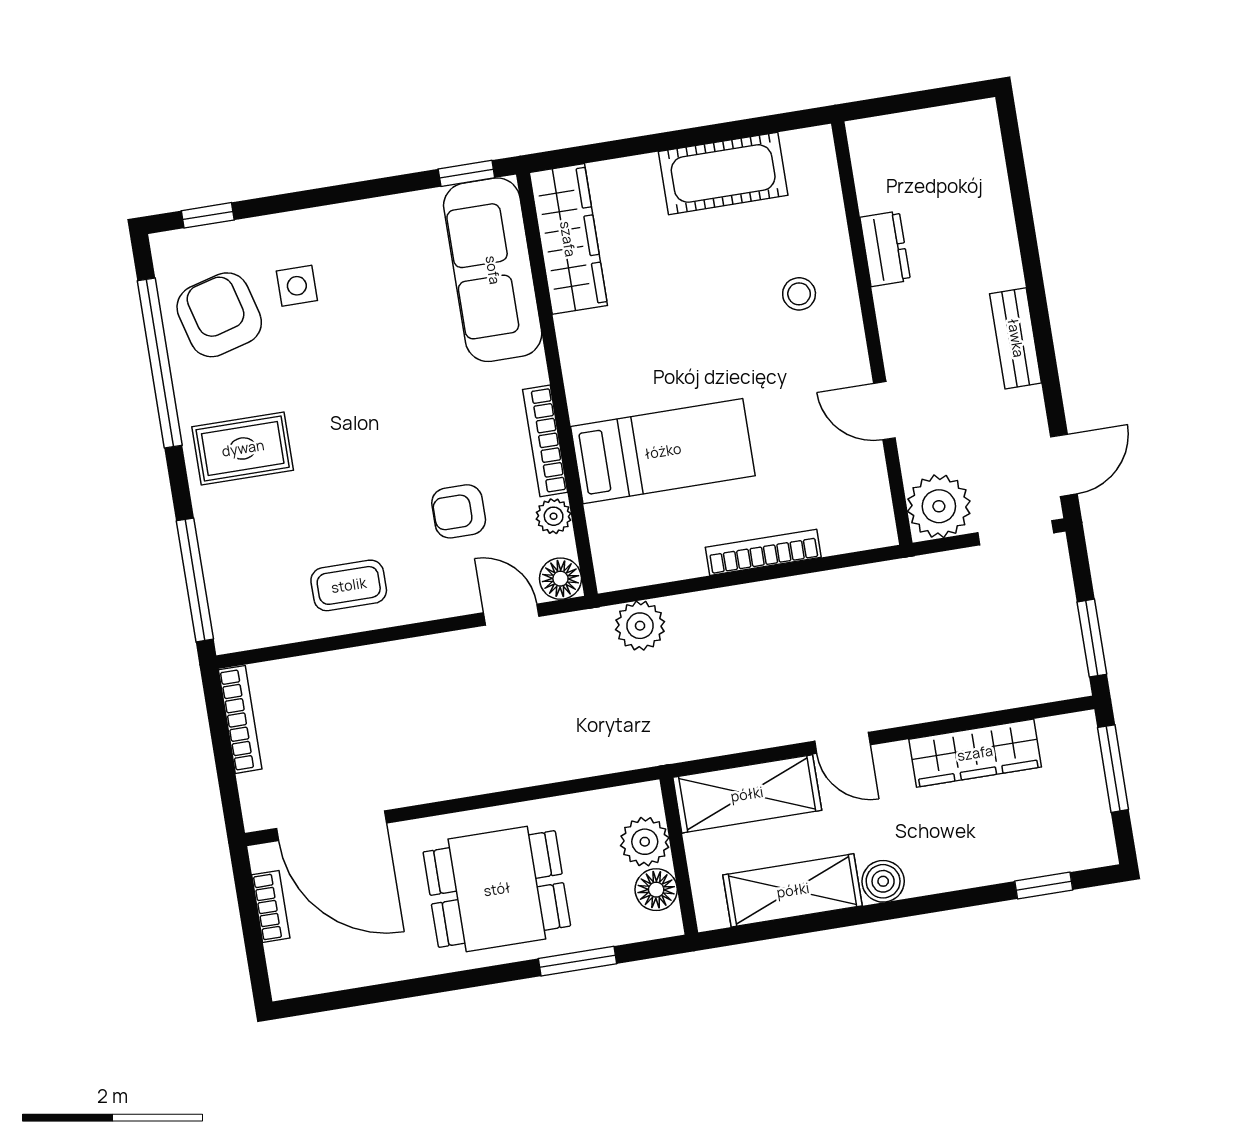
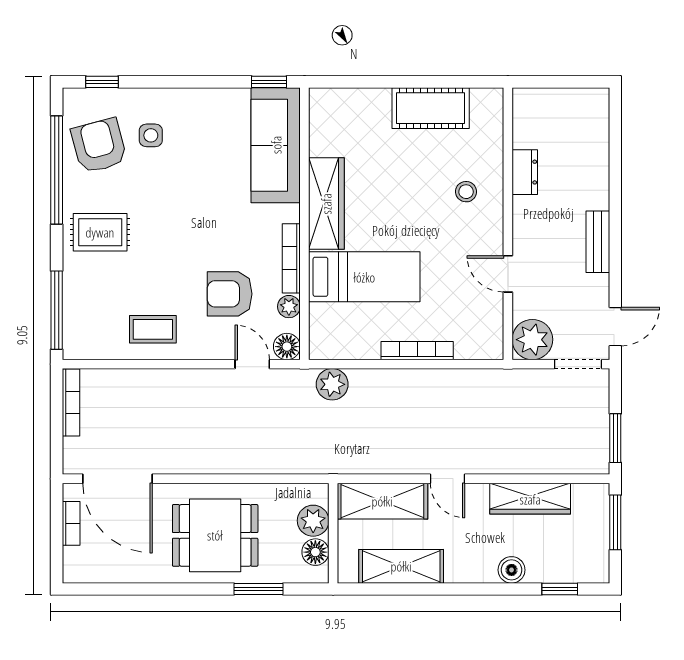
wardrobe: (568, 239) -> (326, 204), moved
armchair: (459, 511) -> (230, 294), width x1.38, depth x1.38
boiler: (883, 881) -> (512, 570), moved

